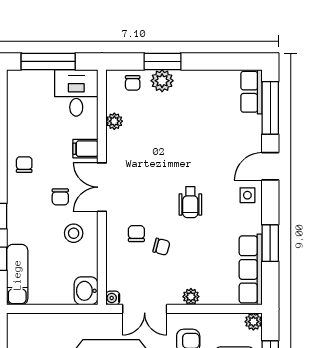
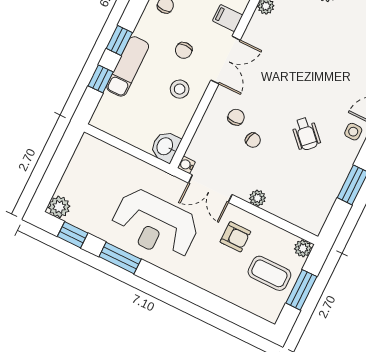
double door: (102, 187) -> (226, 60), swing flipped
wheelchair: (190, 202) -> (306, 134), moved, turned -44
row of seats: (251, 269) -> (323, 200), removed
exam couch: (17, 275) -> (128, 66), moved

